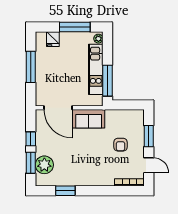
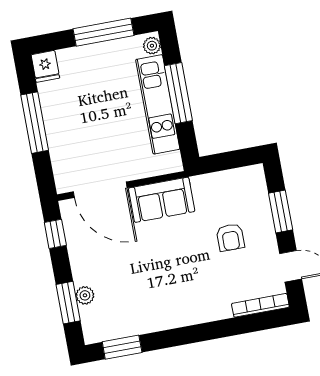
fridge: (53, 39) -> (45, 66), moved
window: (108, 81) -> (178, 93), moved
window: (31, 139) -> (55, 234), moved
plant: (44, 165) -> (85, 295), width x0.53, depth x0.53
window: (65, 191) -> (122, 347), moved

